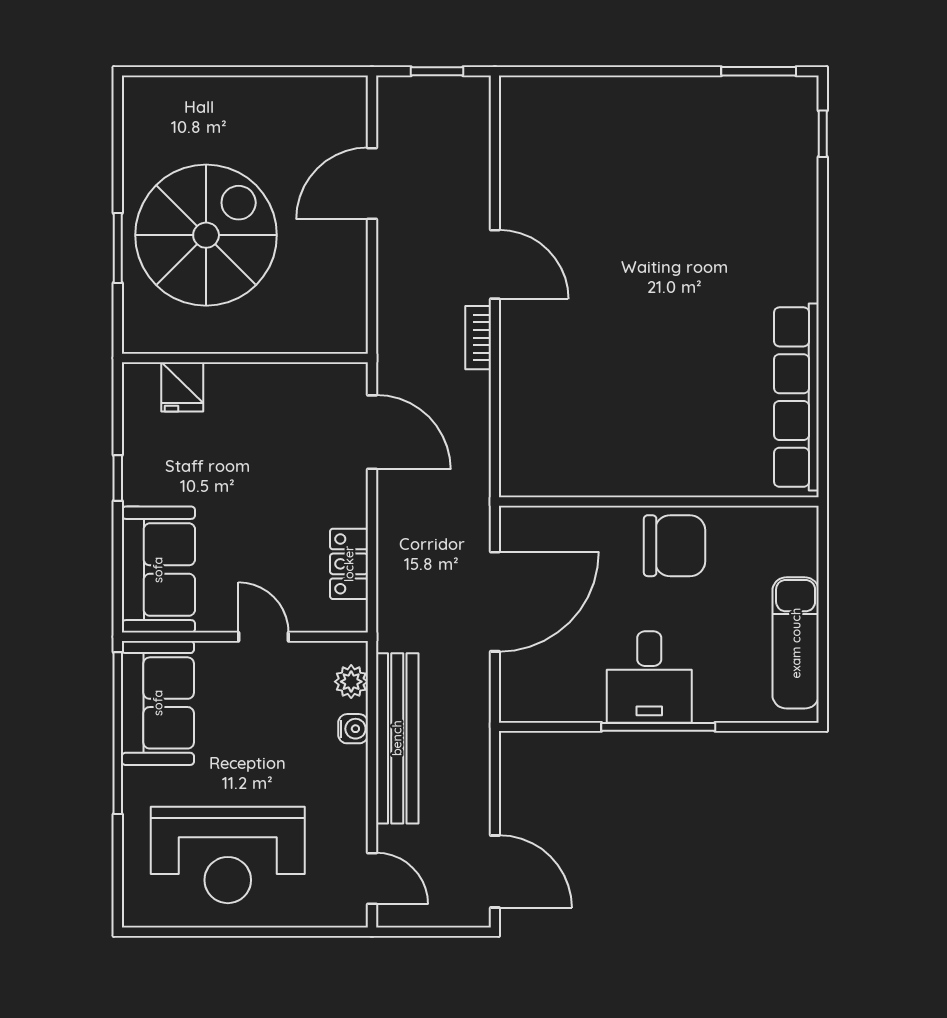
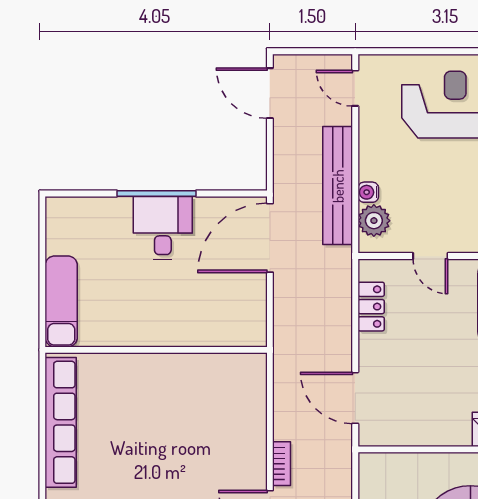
chair: (675, 546) -> (145, 319), removed
door: (495, 602) -> (270, 238), moved
exam couch: (796, 643) -> (61, 301), moved
plant: (351, 682) -> (374, 221), width x1.38, depth x1.38

